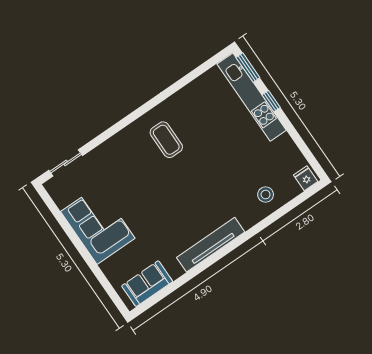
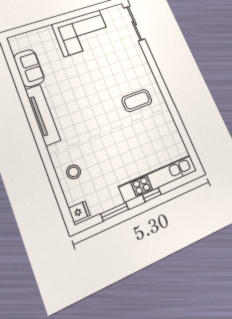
window: (248, 68) -> (115, 212), moved
sliding door: (66, 163) -> (134, 23), width x1.37
sofa: (147, 284) -> (29, 68), moved

